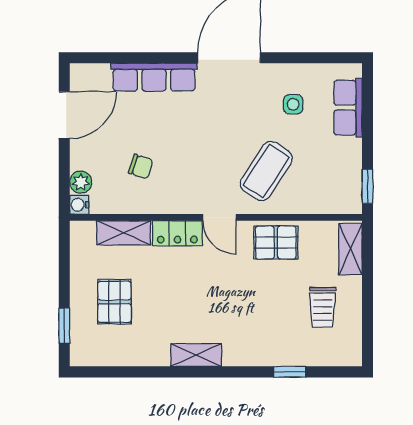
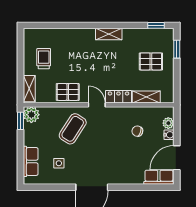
row of seats: (154, 77) -> (159, 177), moved, width x0.68
plant: (346, 198) -> (31, 115), added
water cooler: (79, 205) -> (169, 135), moved
pallet: (114, 302) -> (151, 61), turned 90
window: (290, 372) -> (156, 25), moved

